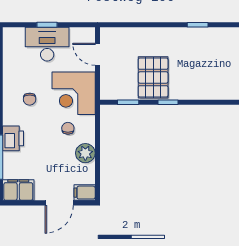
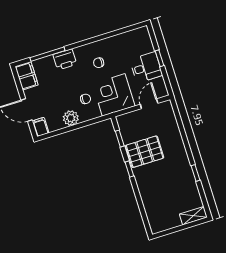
desk: (47, 44) -> (146, 67), width x0.73

